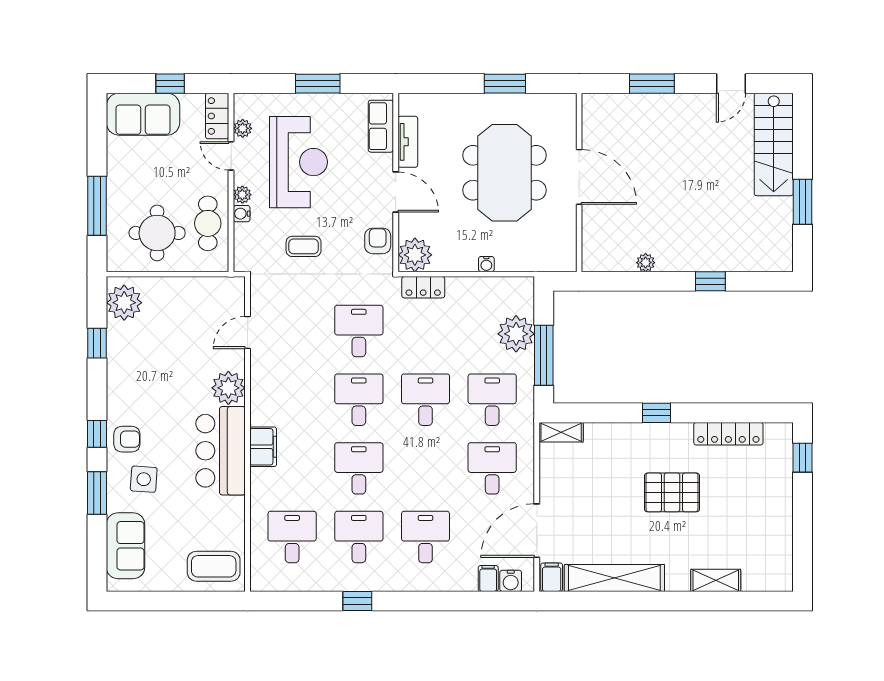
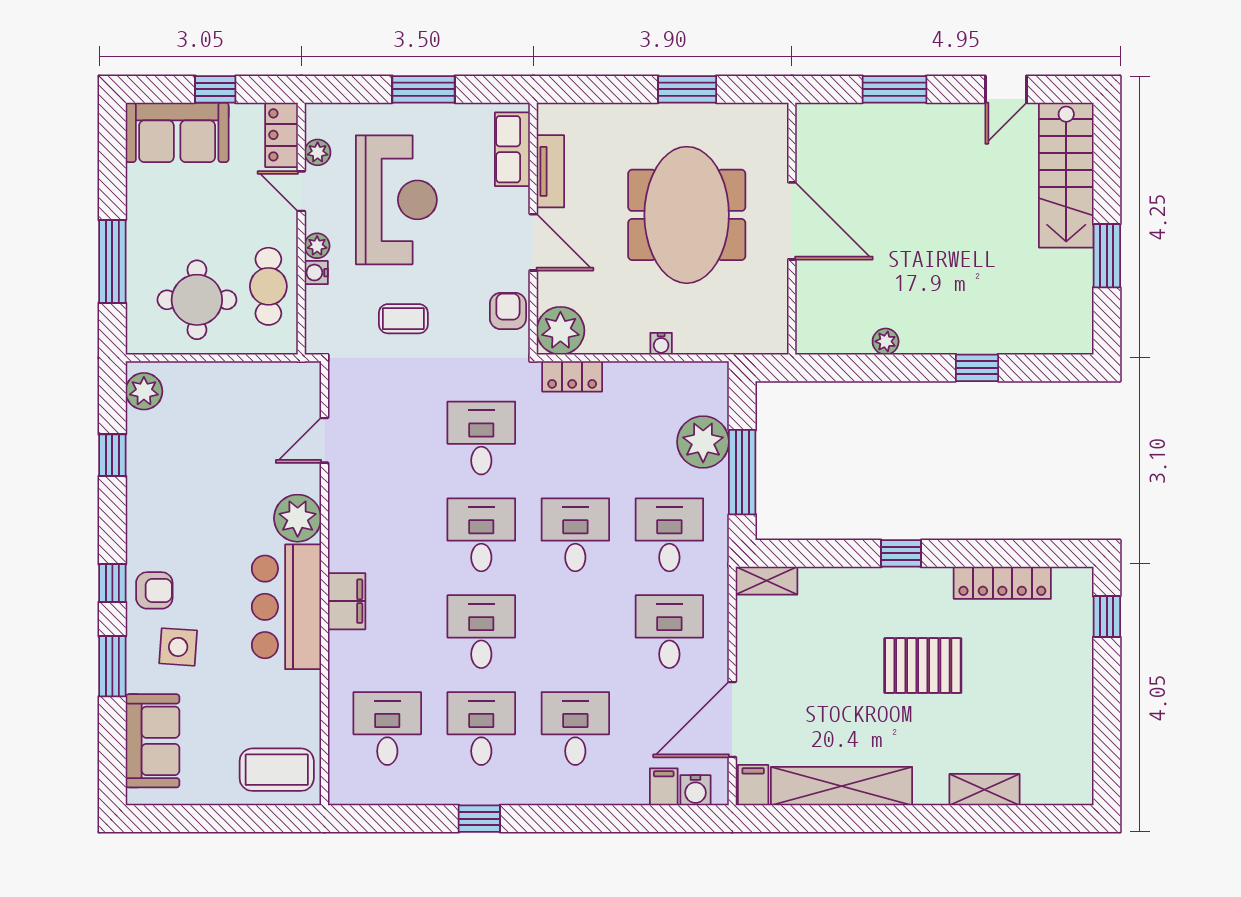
plant: (124, 303) -> (144, 391), width x0.73, depth x0.73

